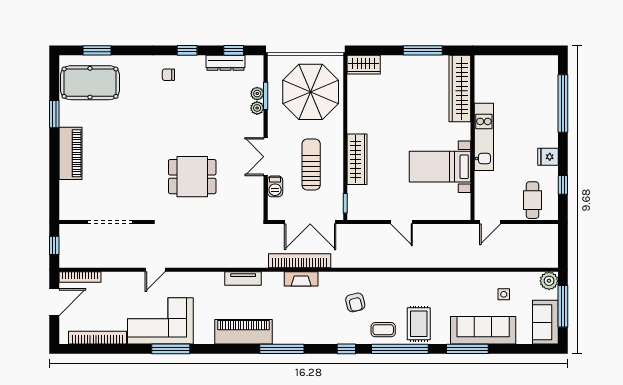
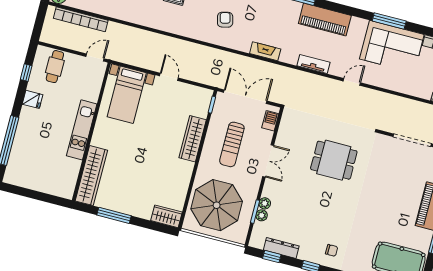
bed with nightstands: (440, 167) -> (127, 95), moved, turned 90
barbecue: (275, 186) -> (270, 121), moved
bookcase: (300, 261) -> (81, 19), moved
door: (155, 270) -> (352, 82), moved

